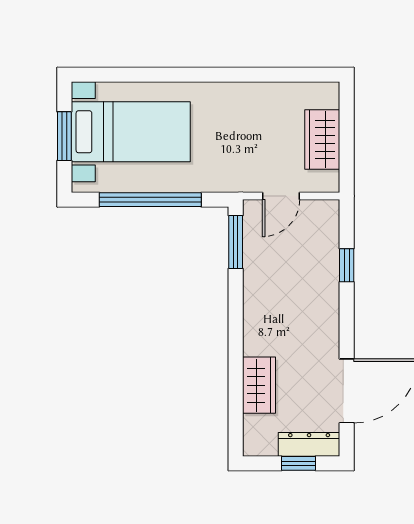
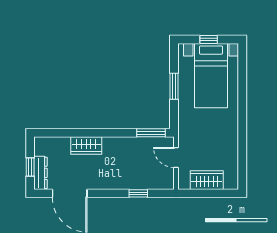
window: (64, 136) -> (209, 39), width x0.67
window: (150, 200) -> (174, 86), width x0.47
wardrobe: (259, 385) -> (86, 145), moved

